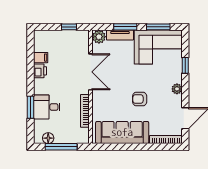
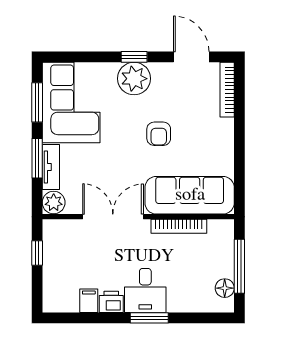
window: (185, 65) -> (134, 57), moved
plant: (177, 89) -> (134, 79), width x1.88, depth x1.88
window: (31, 107) -> (149, 318), moved
desk: (47, 107) -> (145, 290), moved
sofa: (122, 132) -> (190, 195), moved, turned 90

